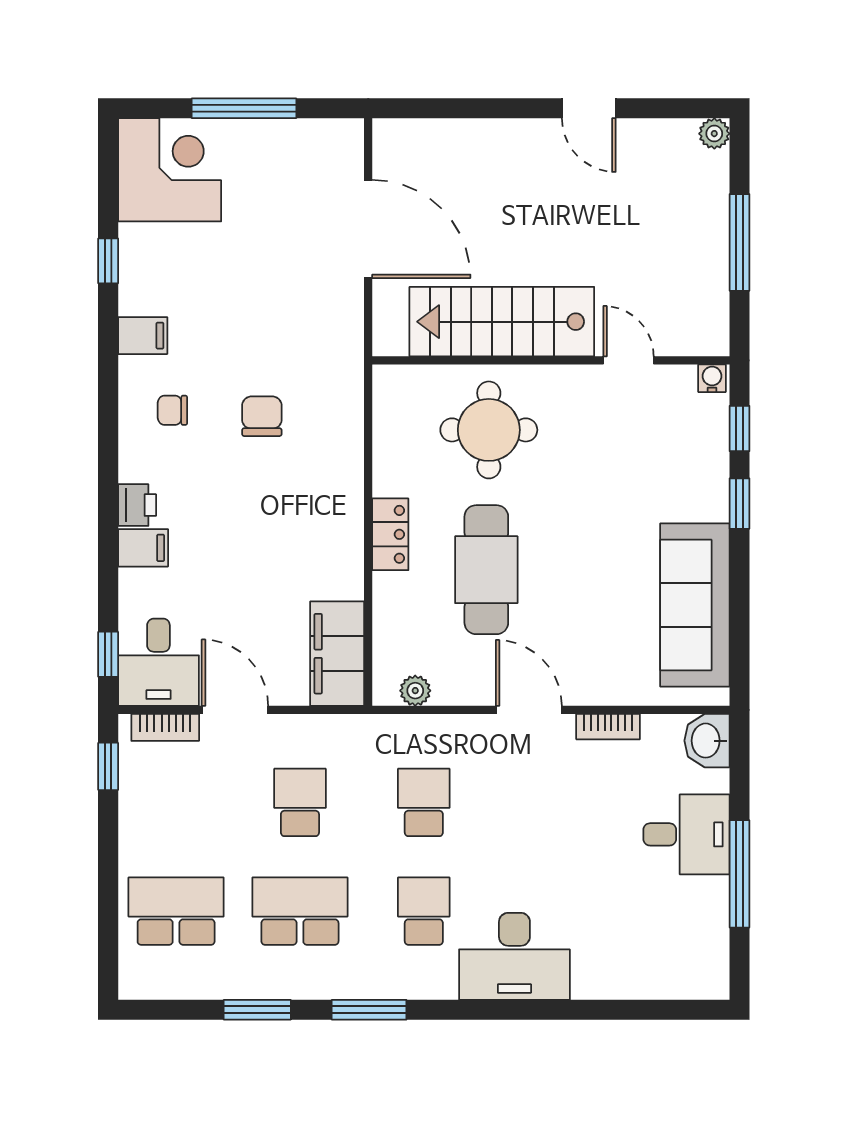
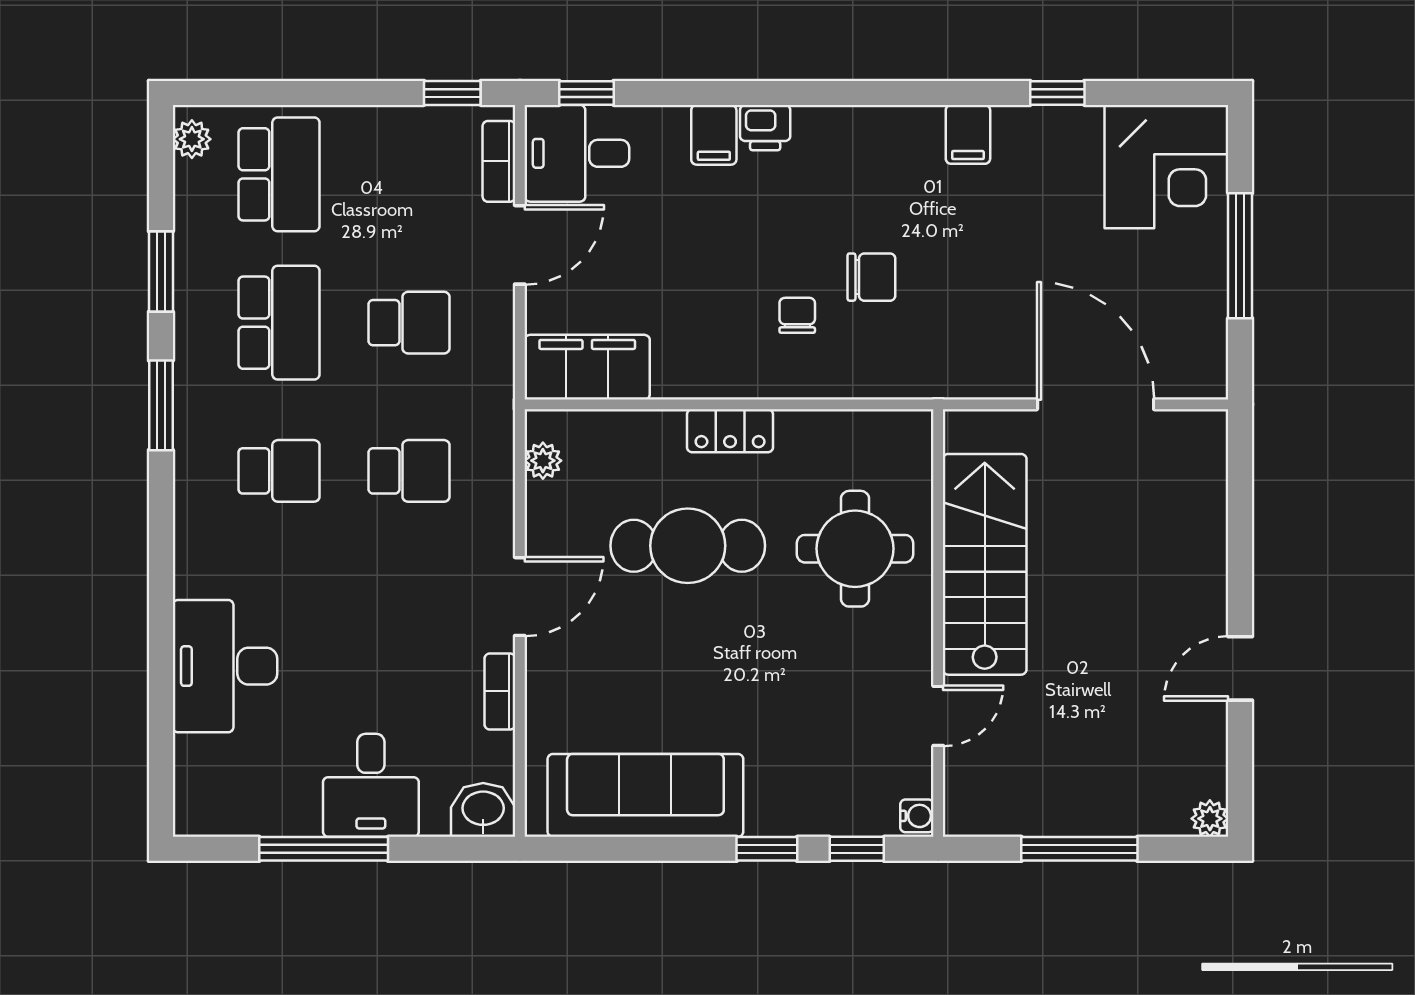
door: (368, 229) -> (1096, 404), swing flipped
chair: (172, 410) -> (797, 315), moved
desk: (514, 956) -> (225, 666), moved
plant: (147, 984) -> (192, 139), added

